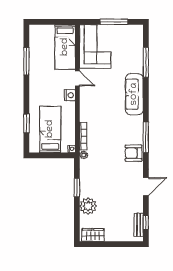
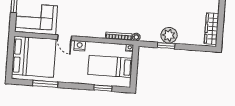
bed: (65, 47) -> (34, 57), width x2.04
door: (77, 78) -> (65, 38), swing flipped
plant: (88, 206) -> (169, 35), moved
wardrobe: (93, 235) -> (212, 29), width x1.50

